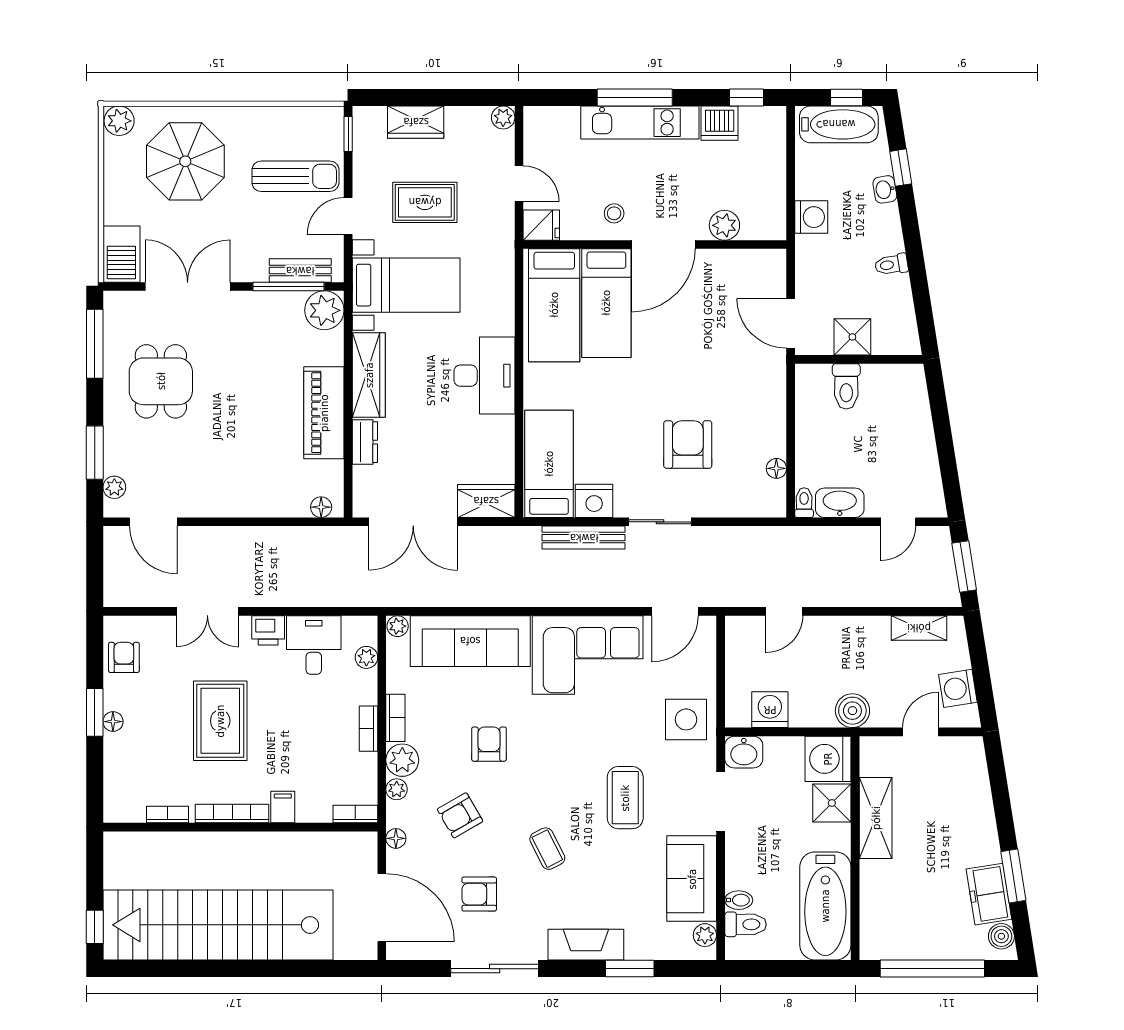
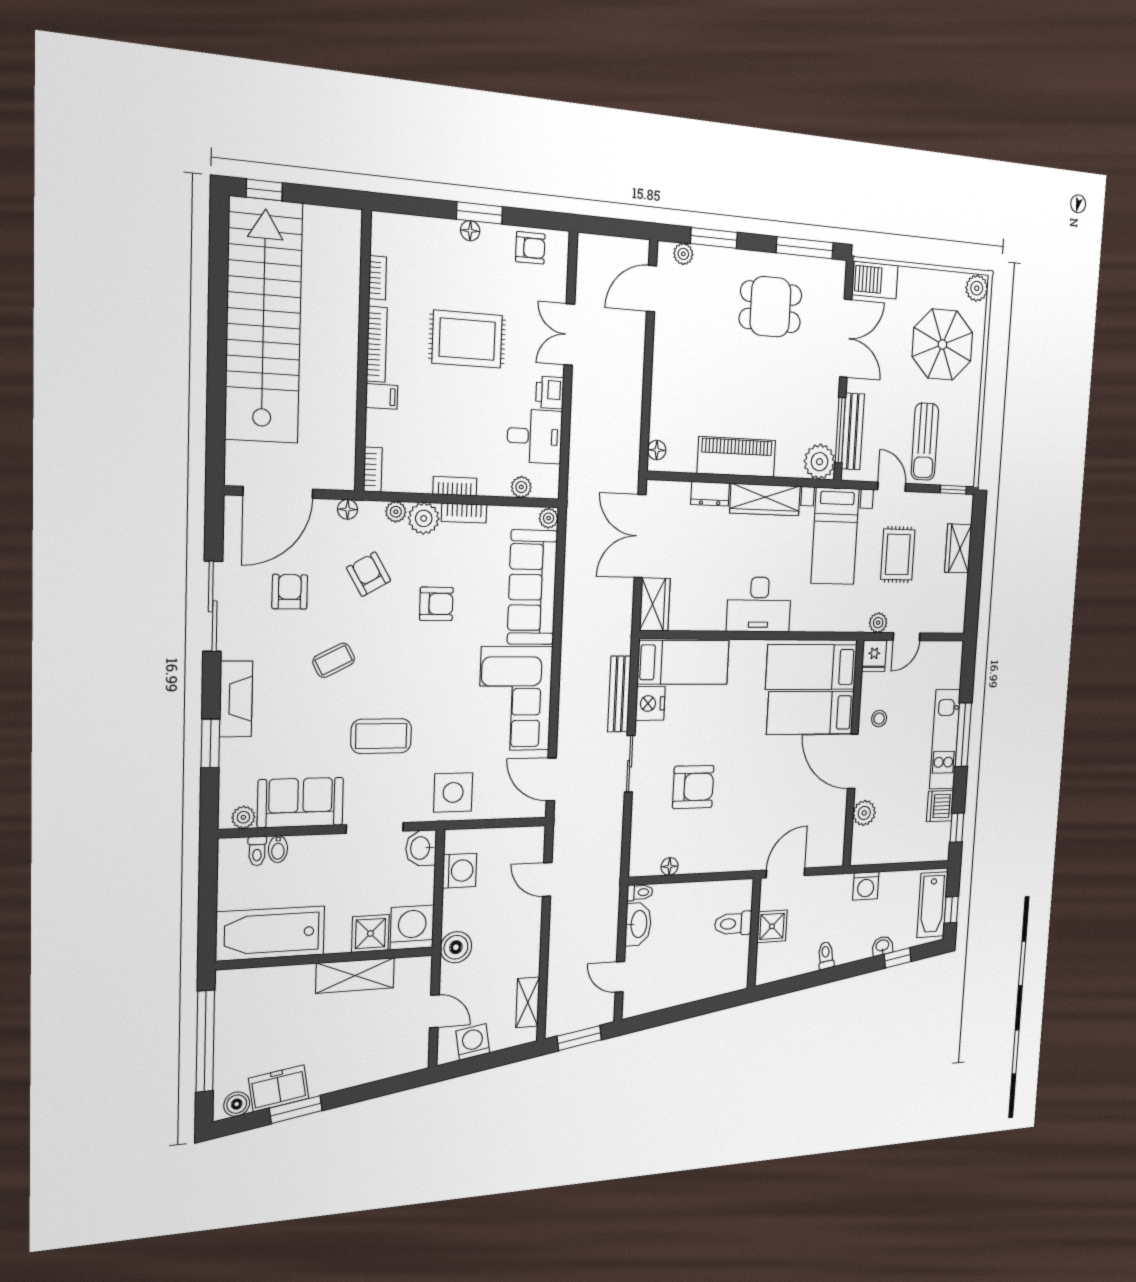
plant: (503, 118) -> (878, 623), moved
bench: (300, 271) -> (853, 431), width x1.36
toilet: (746, 924) -> (257, 851), width x0.73, depth x0.72

